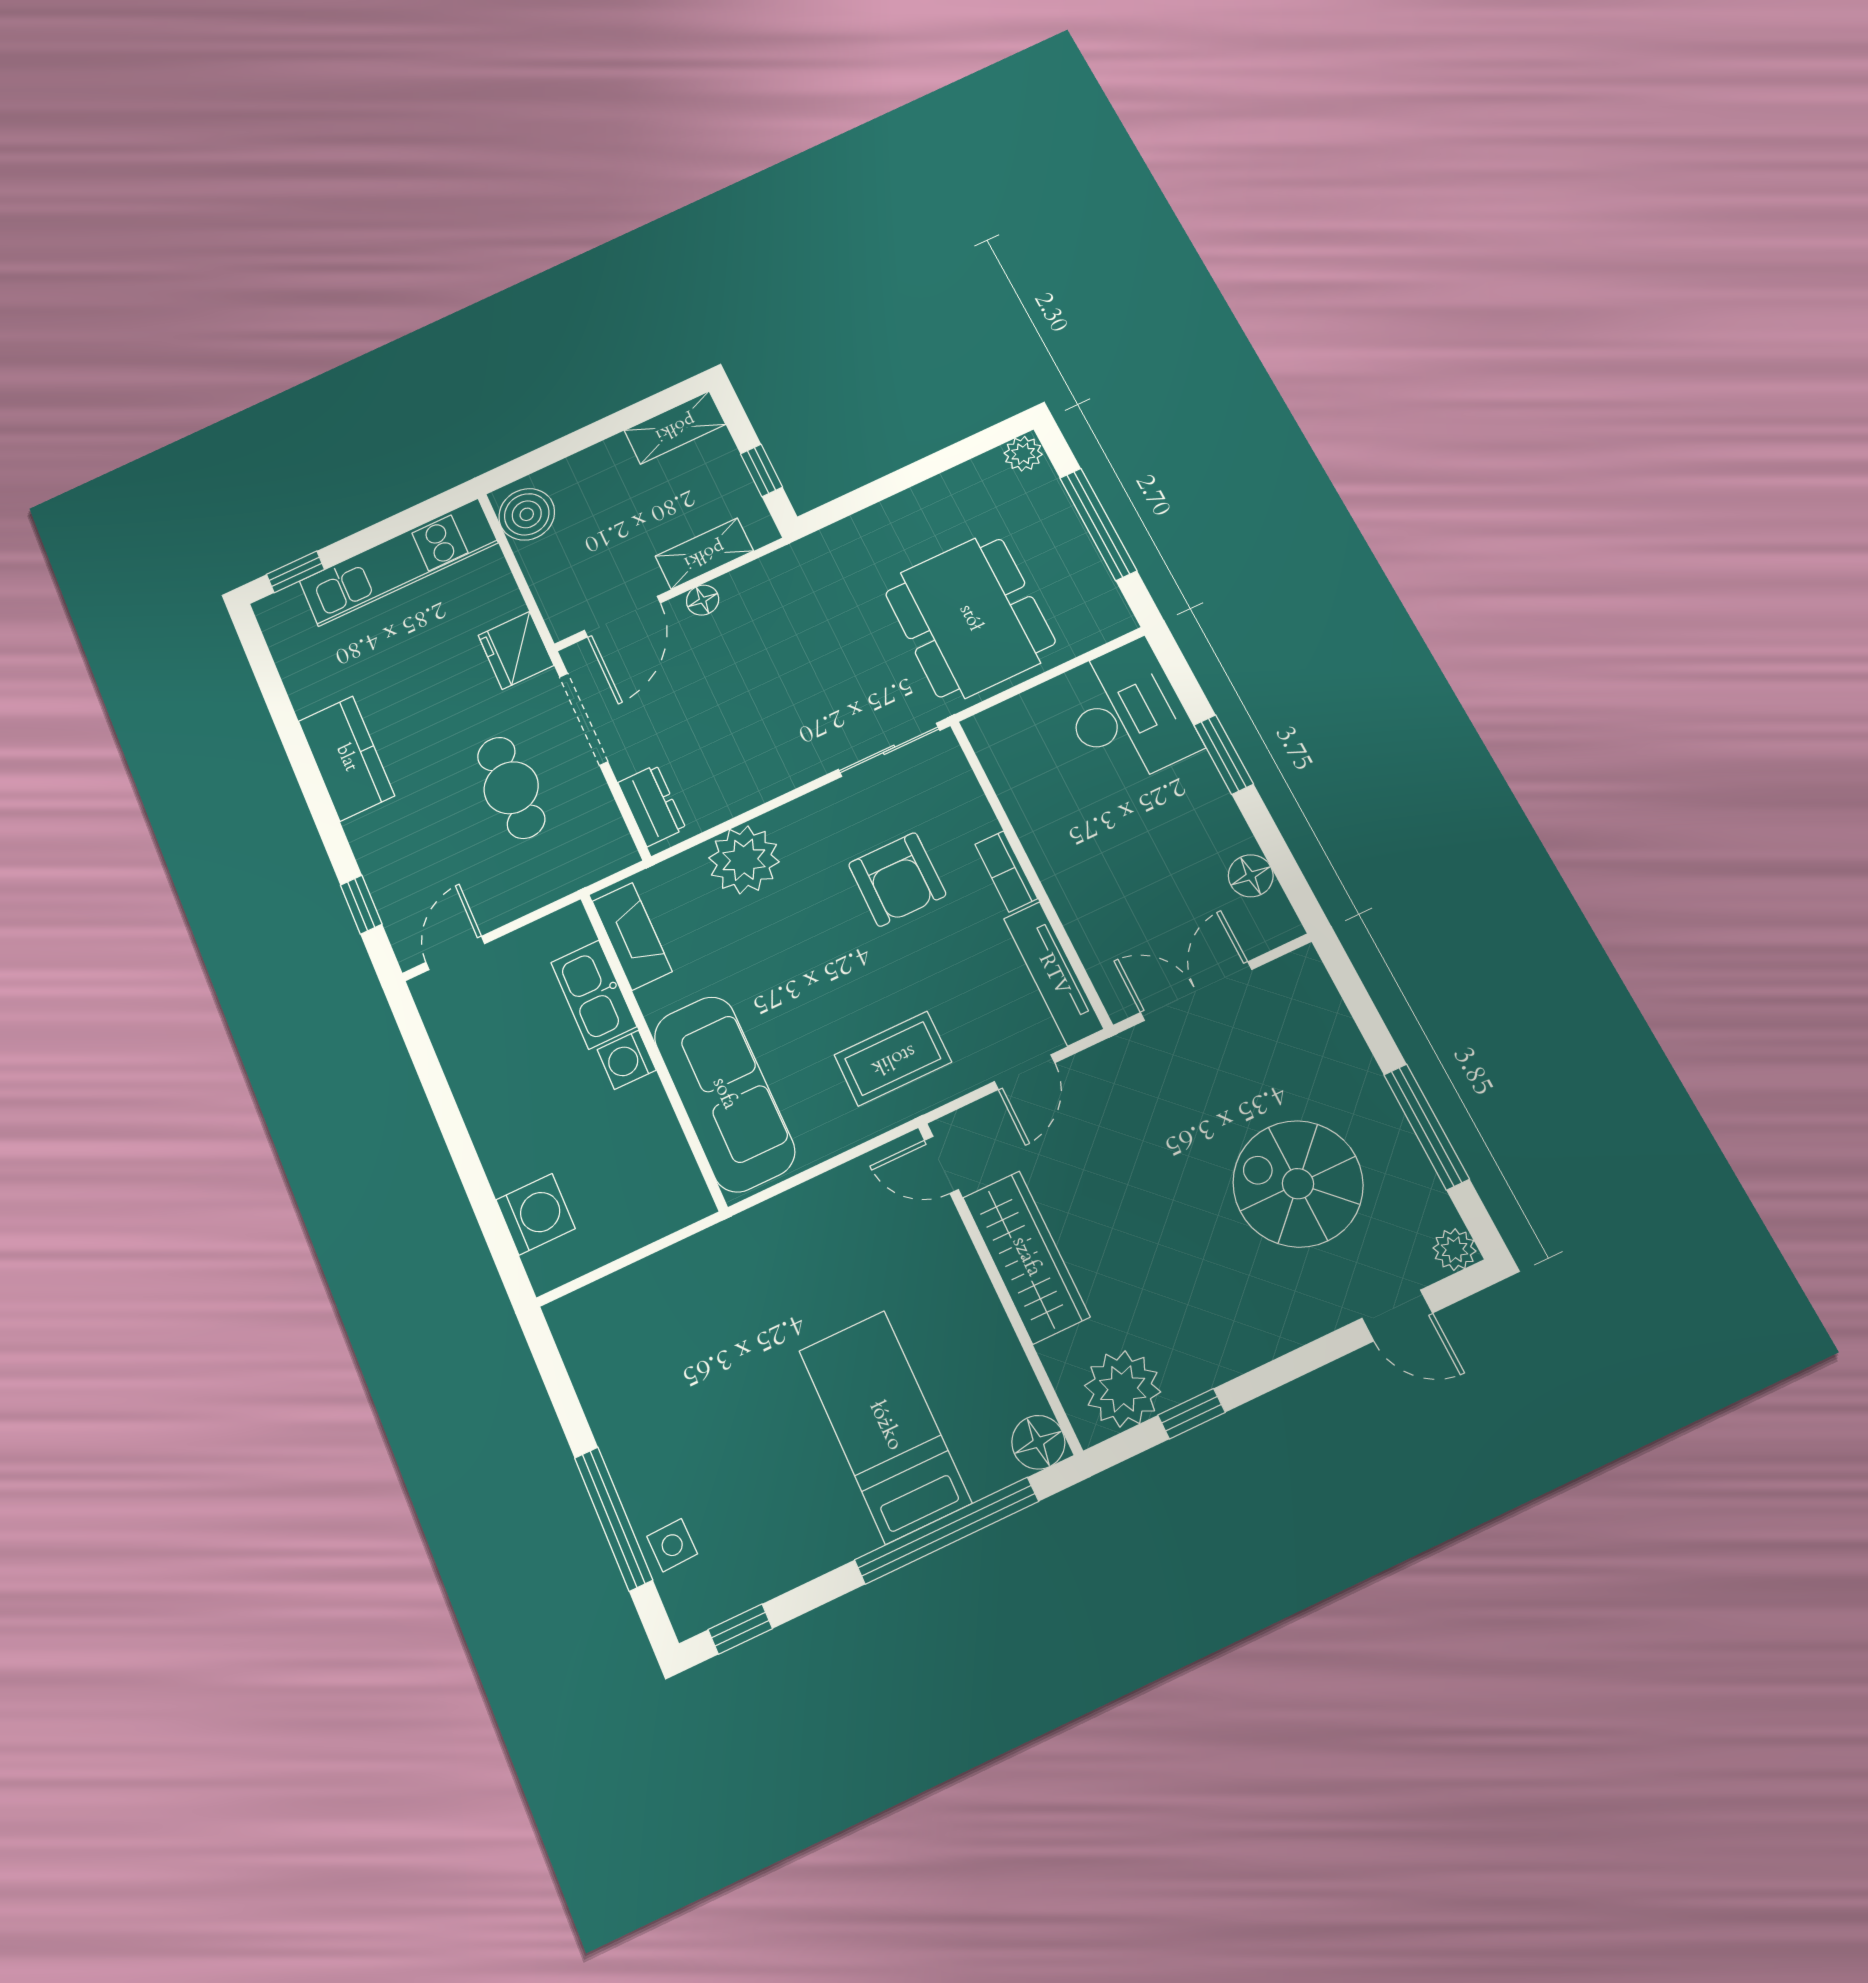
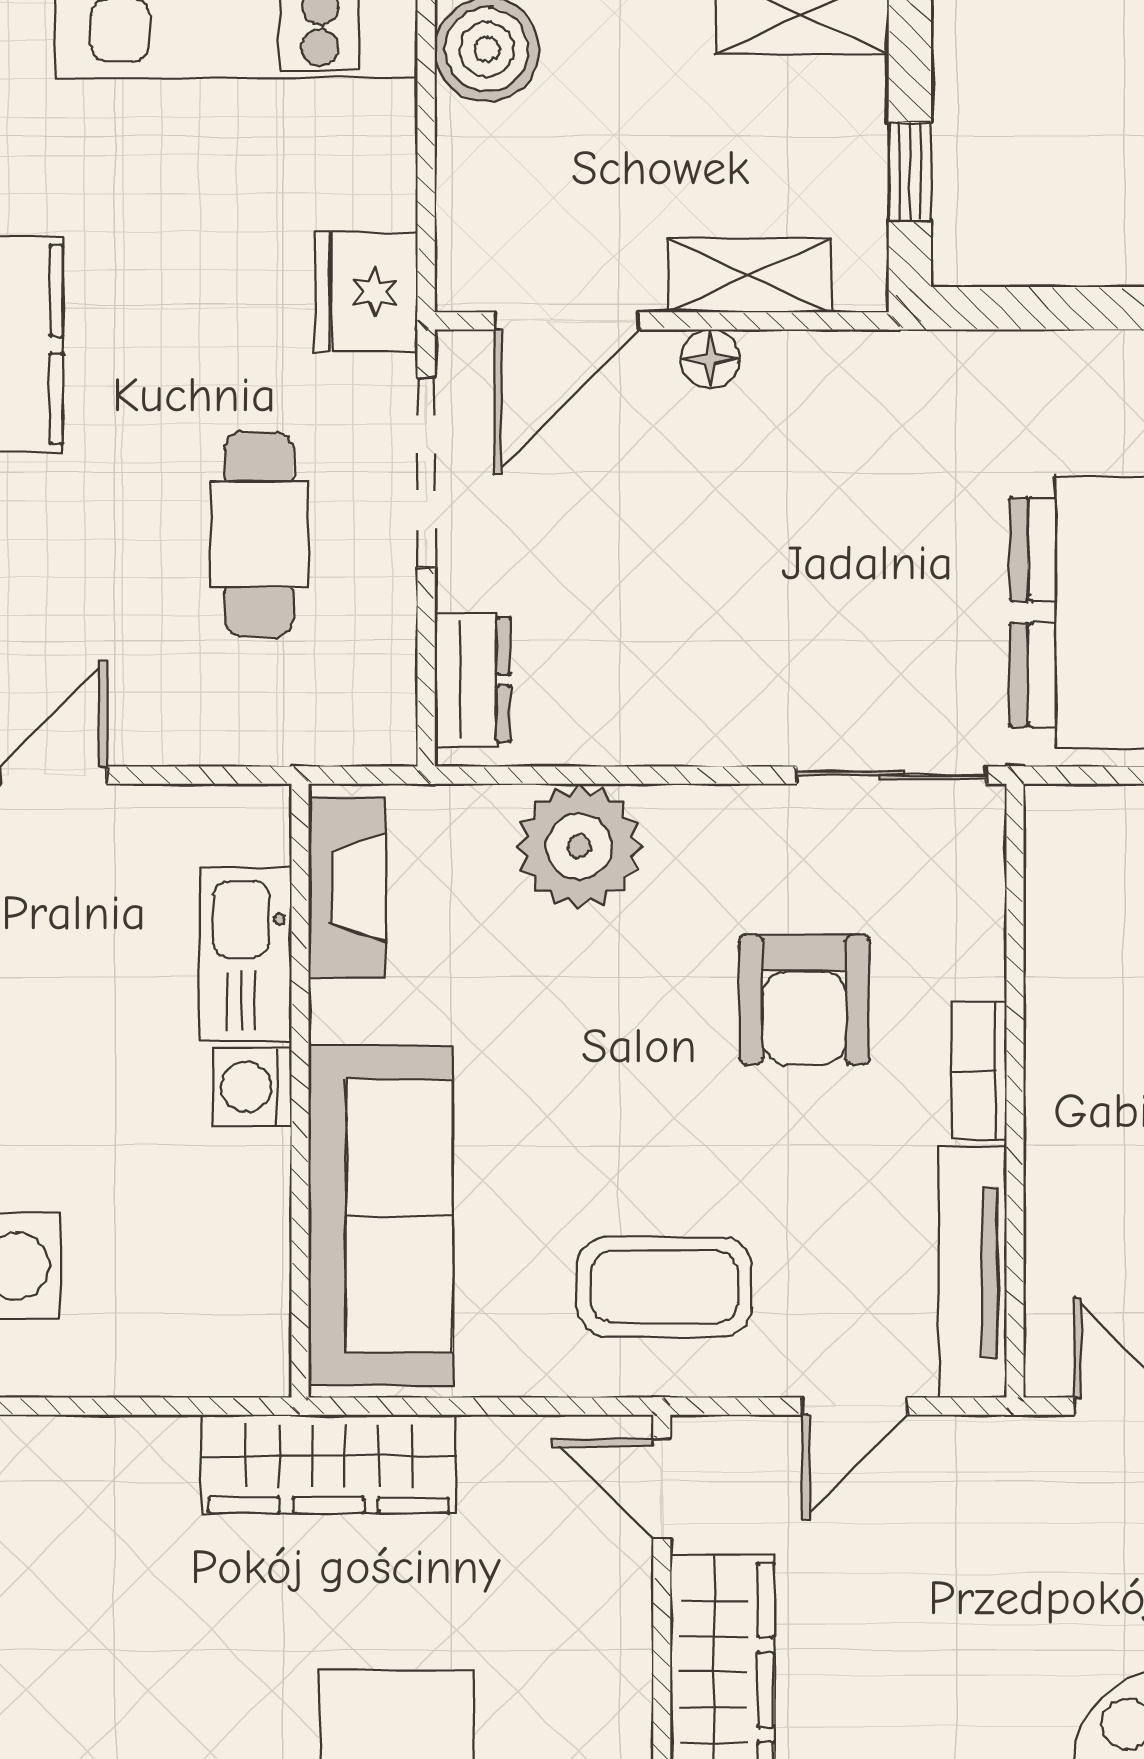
wardrobe: (755, 1237) -> (329, 1464), added

